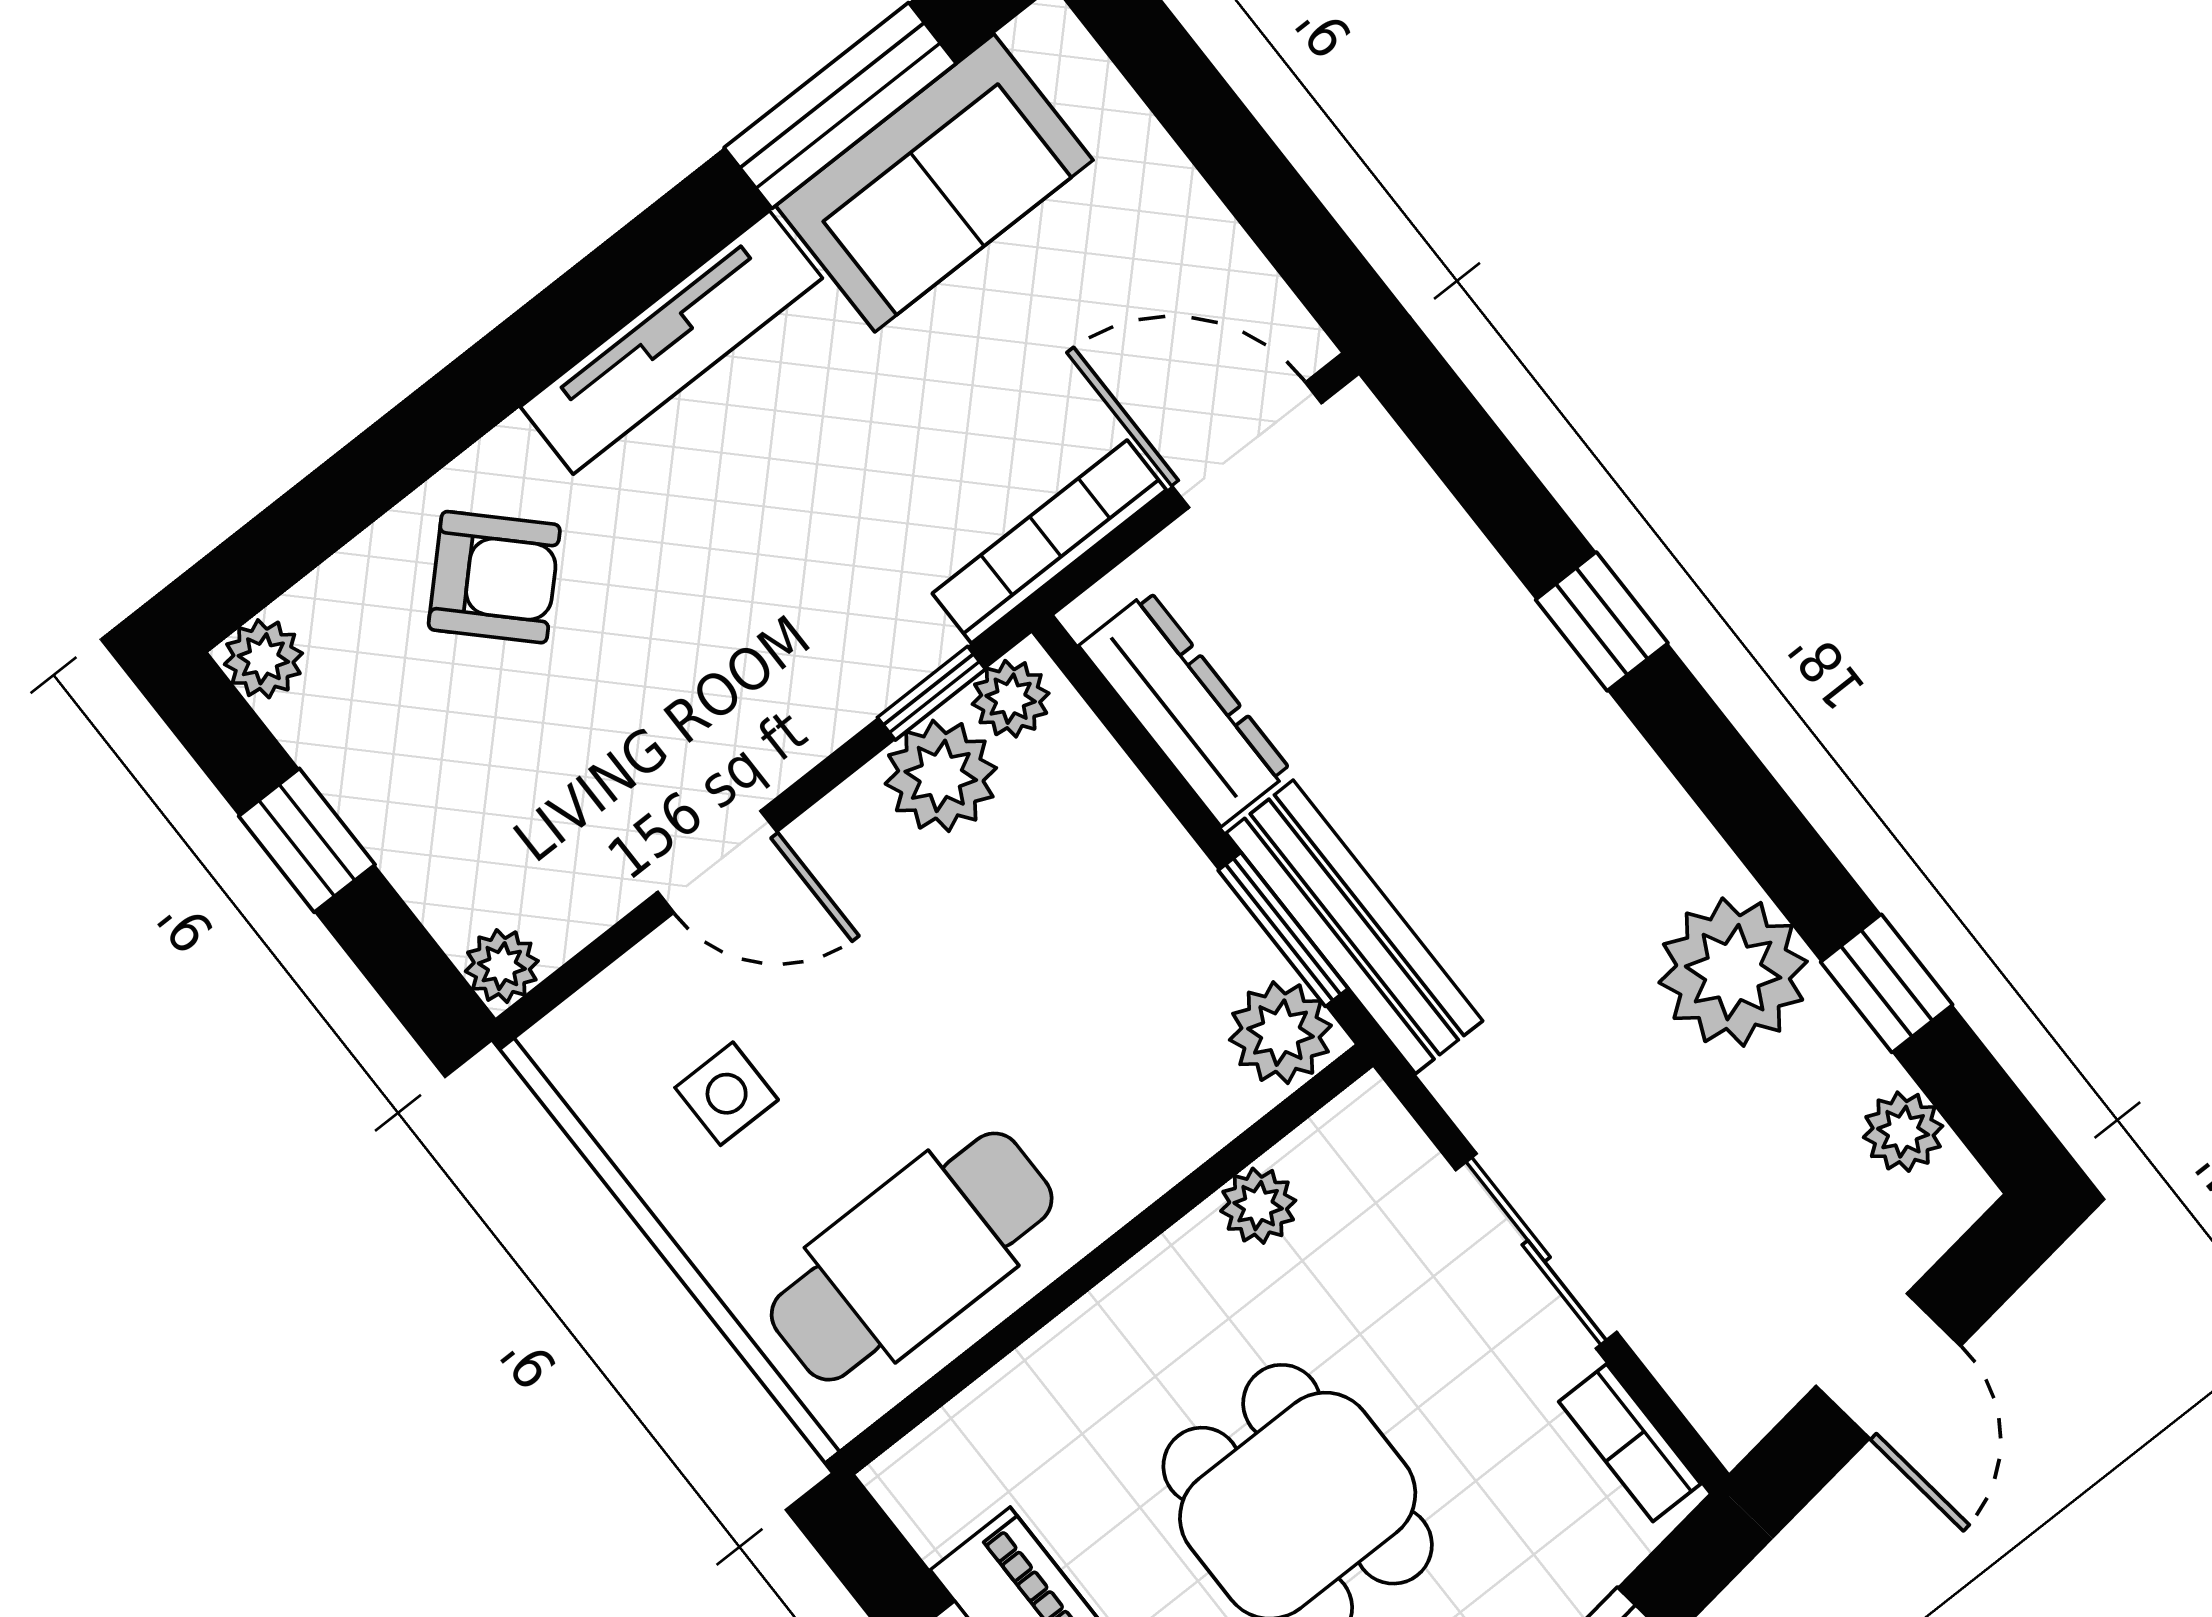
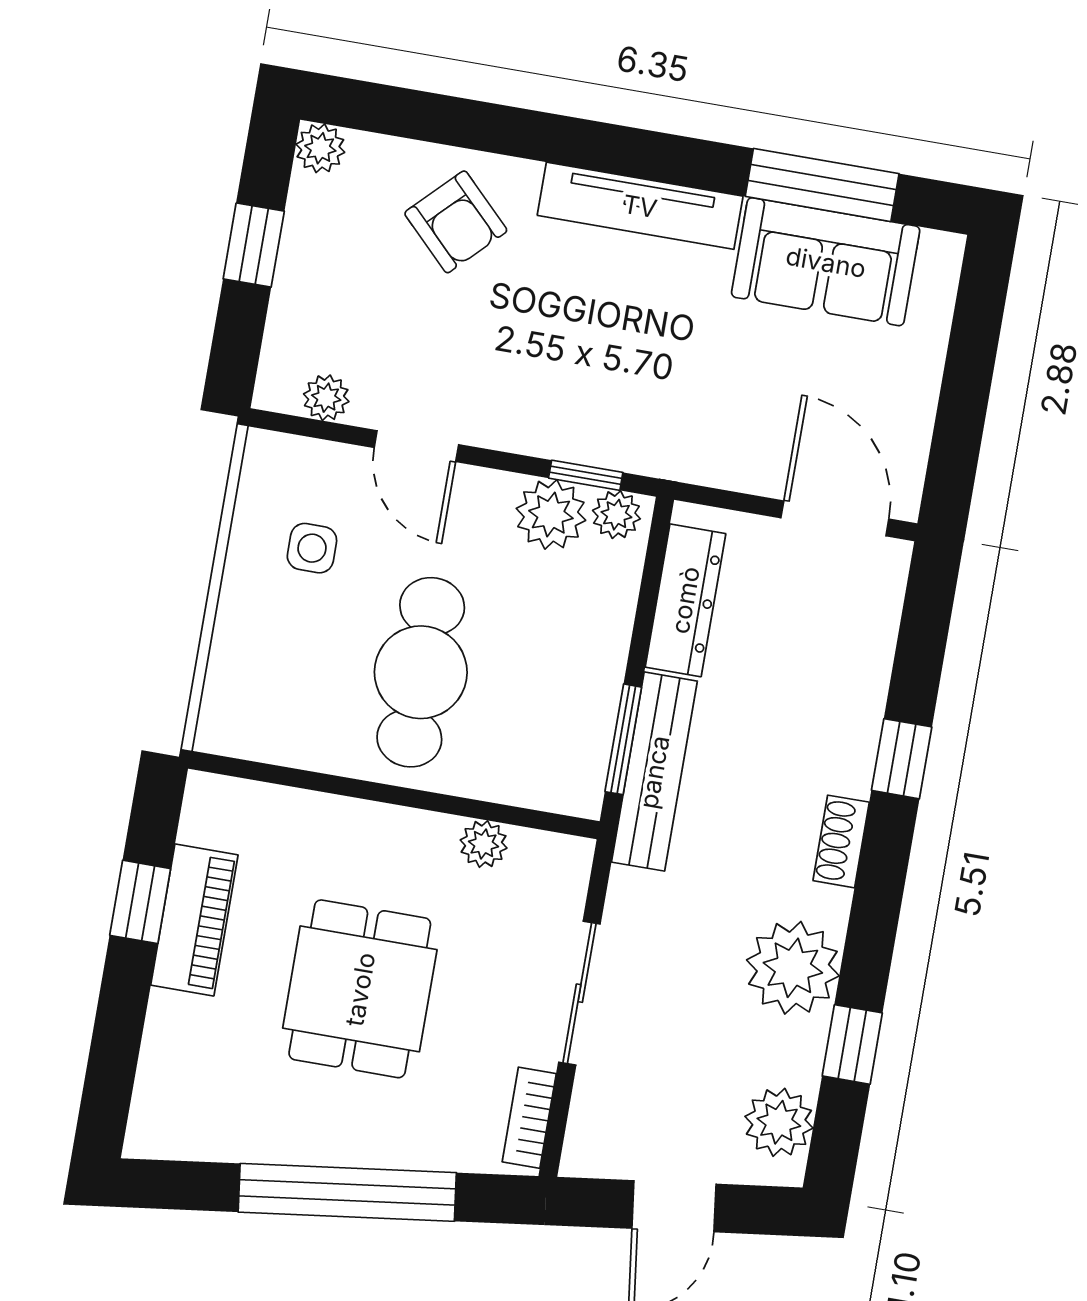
bookcase: (1049, 542) -> (706, 467), removed
shoe rack: (1635, 781) -> (841, 841), added
plant: (502, 966) -> (326, 398), moved
plant: (1280, 1033) -> (574, 782), removed
plant: (1903, 1132) -> (779, 1122), width x1.38, depth x1.38
cafe table: (912, 1257) -> (421, 672), moved, turned 90

